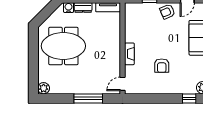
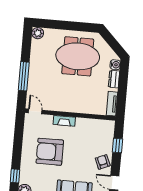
meeting table: (63, 46) -> (78, 56), turned 90
armchair: (162, 66) -> (50, 152), width x1.88, depth x1.88

